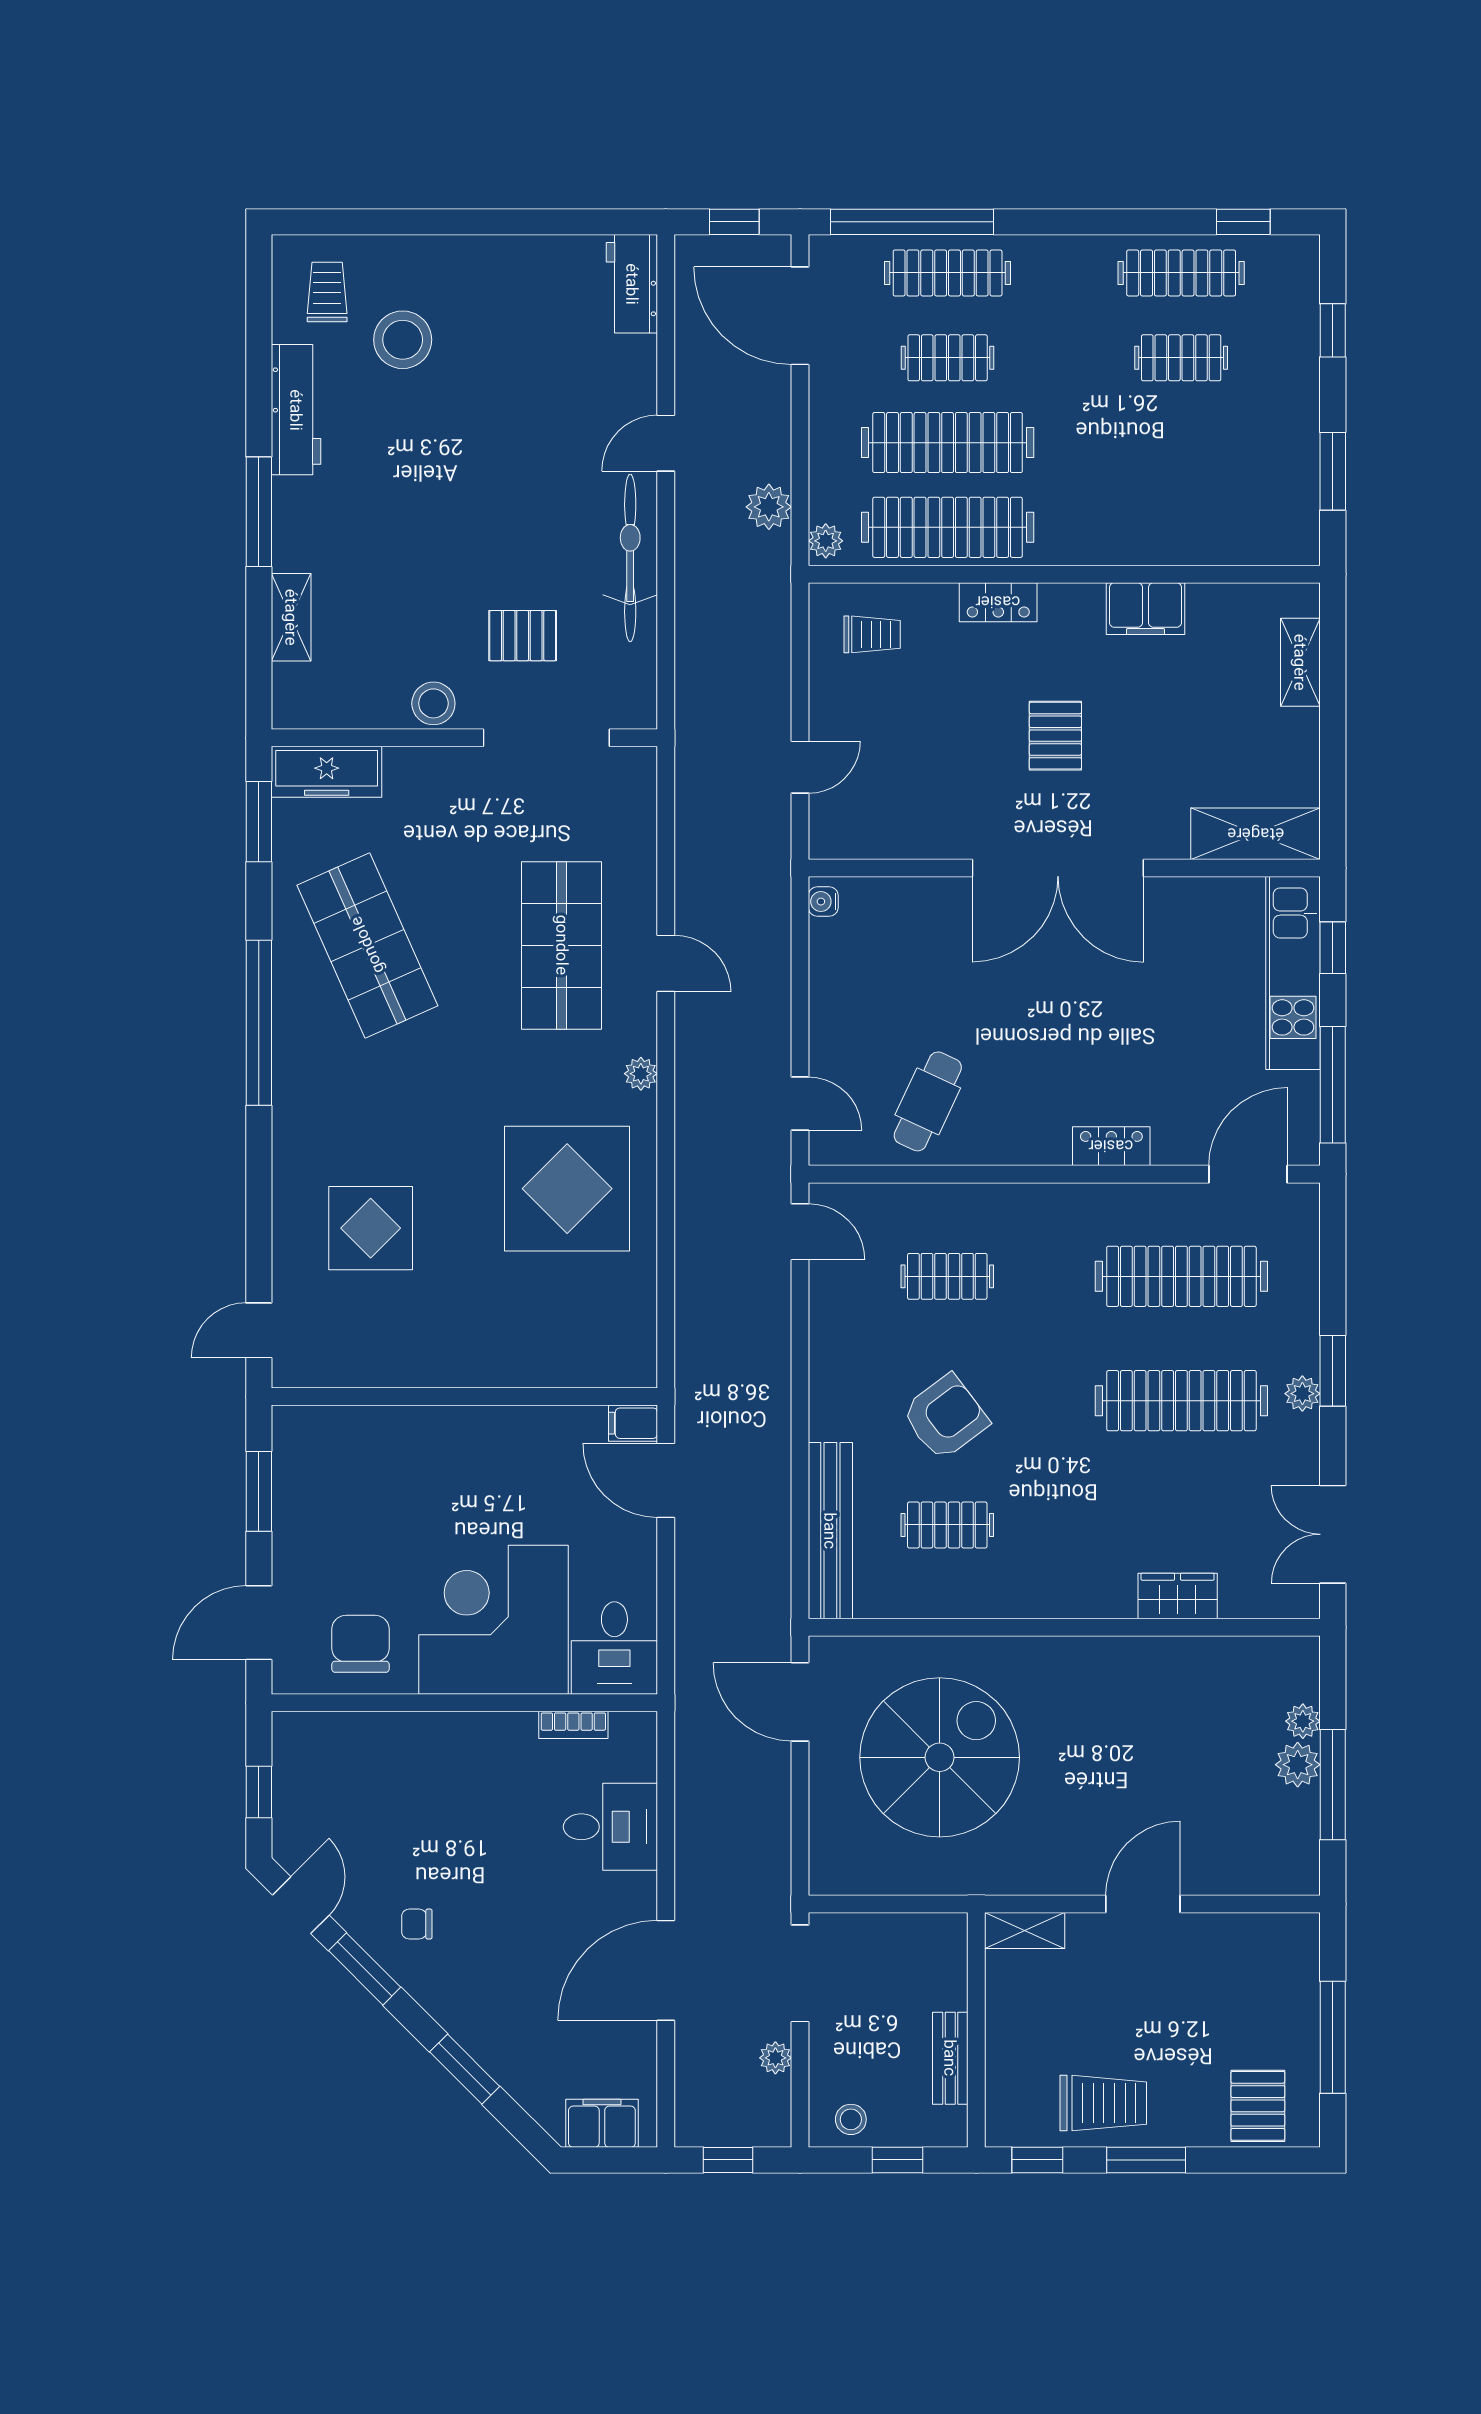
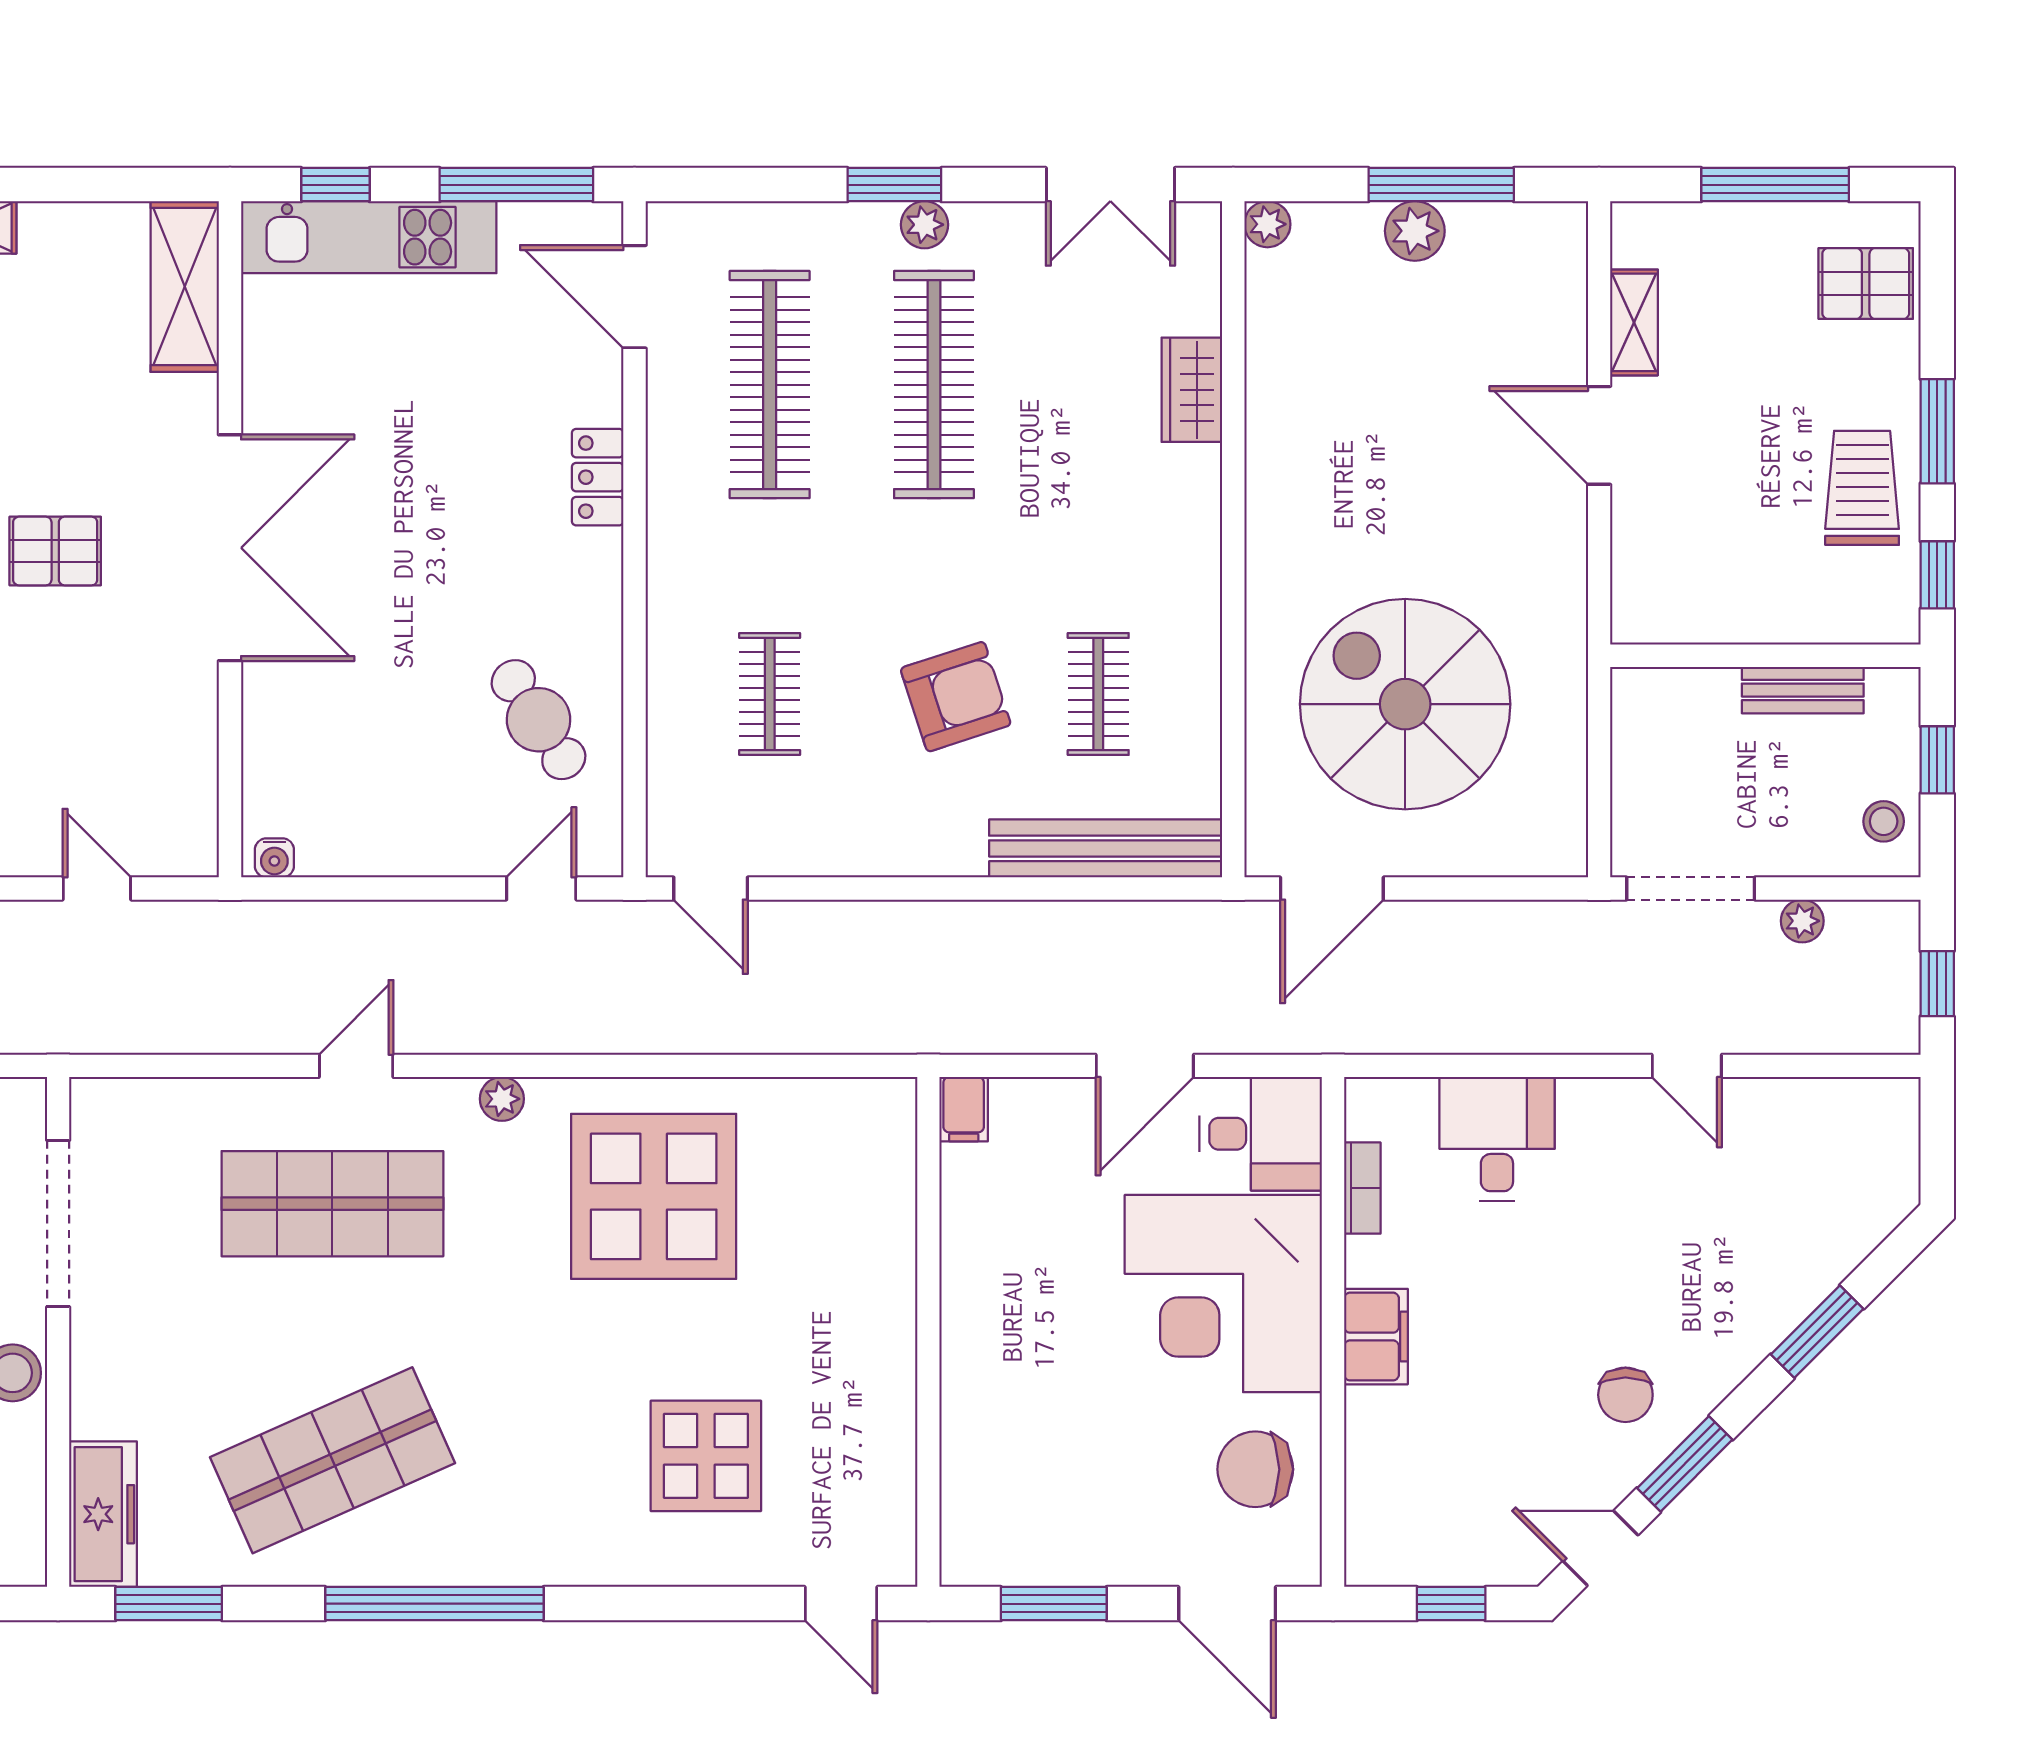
cafe table: (928, 1101) -> (539, 720), turned 32
door: (800, 1232) -> (711, 888), swing flipped
armchair: (945, 1417) -> (956, 697), turned 109
door: (666, 1480) -> (1145, 1066), moved
plant: (1303, 1721) -> (1267, 224), moved
chair: (417, 1924) -> (1625, 1395), width x1.37, depth x1.37
shelving: (1025, 1930) -> (1634, 322), moved
door: (666, 1970) -> (1687, 1066), width x0.53
filing cabinet: (602, 2123) -> (1376, 1337), moved, turned 180

